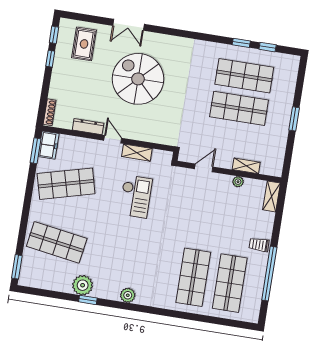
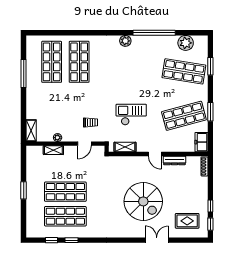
rug: (84, 44) -> (187, 221), turned 90
window: (35, 151) -> (210, 112), moved
shelving: (137, 153) -> (125, 147), moved
checkout: (136, 196) -> (131, 115), turned 90
trolley: (259, 245) -> (91, 122), moved
window: (17, 267) -> (210, 66), moved
window: (269, 274) -> (24, 74), width x0.68
plant: (83, 285) -> (186, 43), moved
window: (88, 300) -> (154, 33), width x3.17

